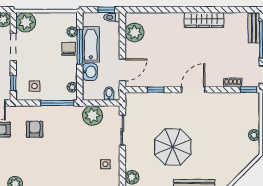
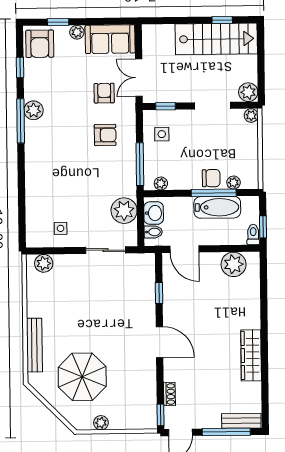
plant: (26, 22) -> (251, 115), width x0.53, depth x0.53
washbasin: (90, 72) -> (154, 213), moved, turned -90
parasol: (173, 147) -> (82, 377), moved

